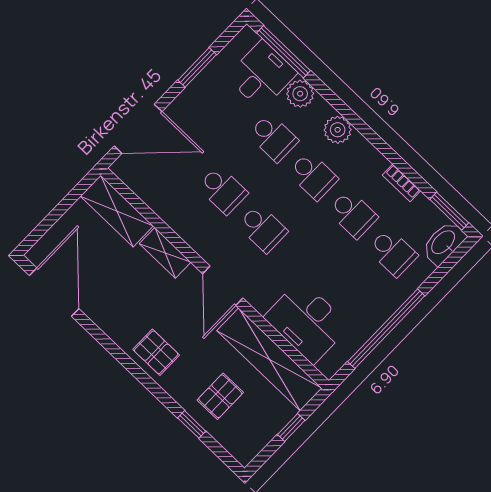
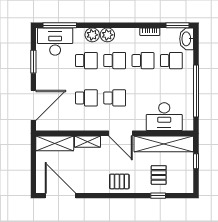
desk: (262, 75) -> (55, 42), width x1.37
plant: (300, 94) -> (92, 35), moved

